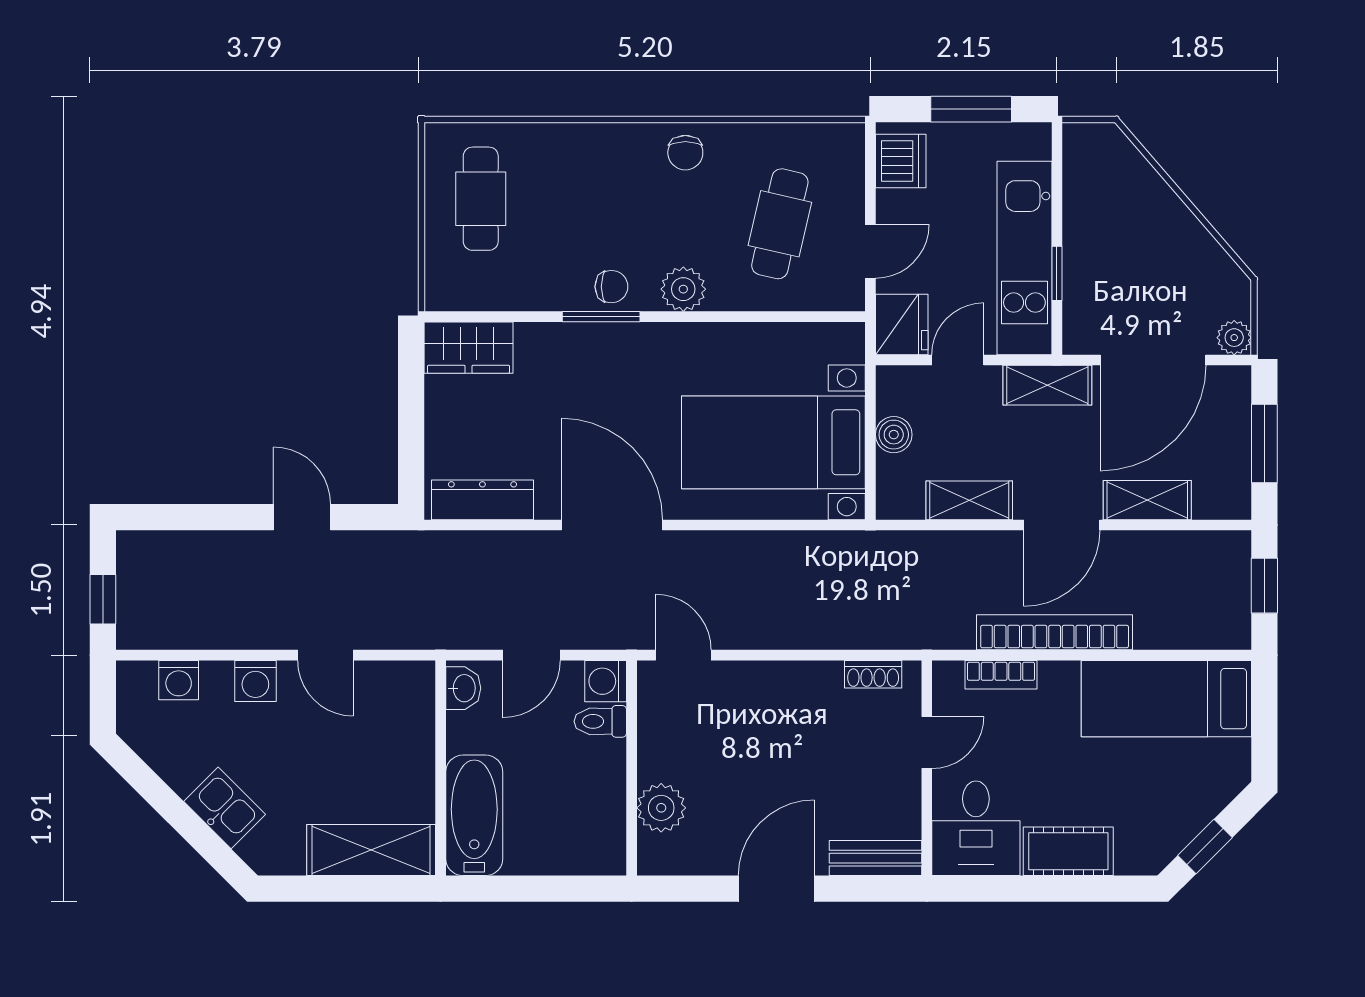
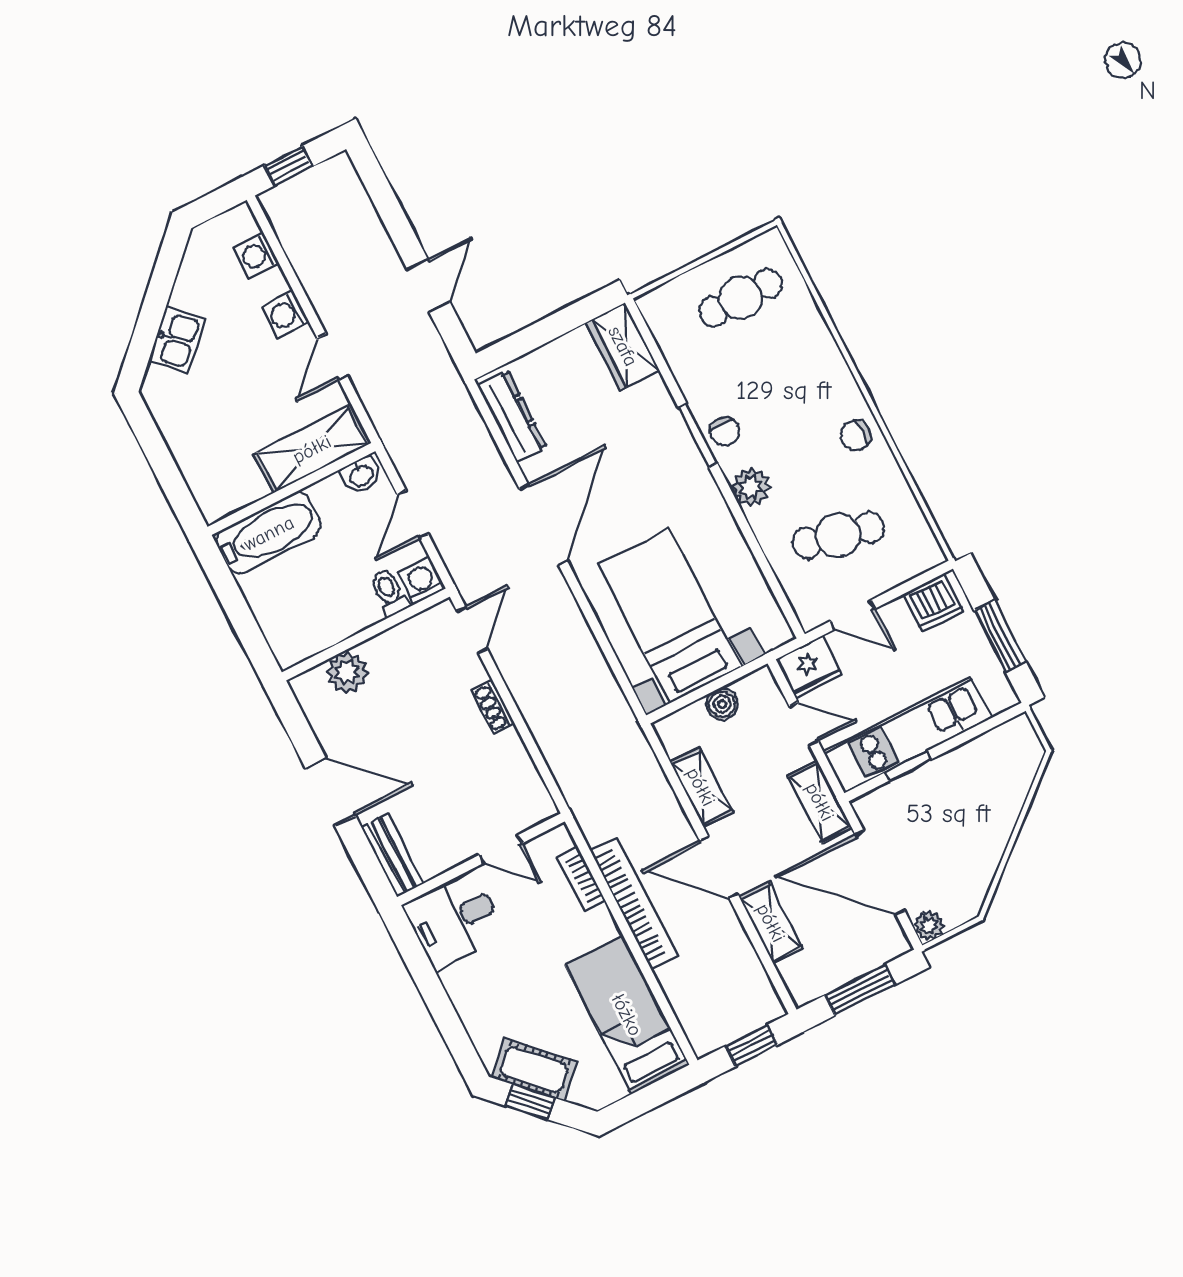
door: (532, 655) -> (413, 514), hinge flipped
shoe rack: (873, 674) -> (493, 707), moved
shelving: (371, 850) -> (312, 449), moved, turned 90
cot: (1068, 851) -> (534, 1070), moved, turned -45

